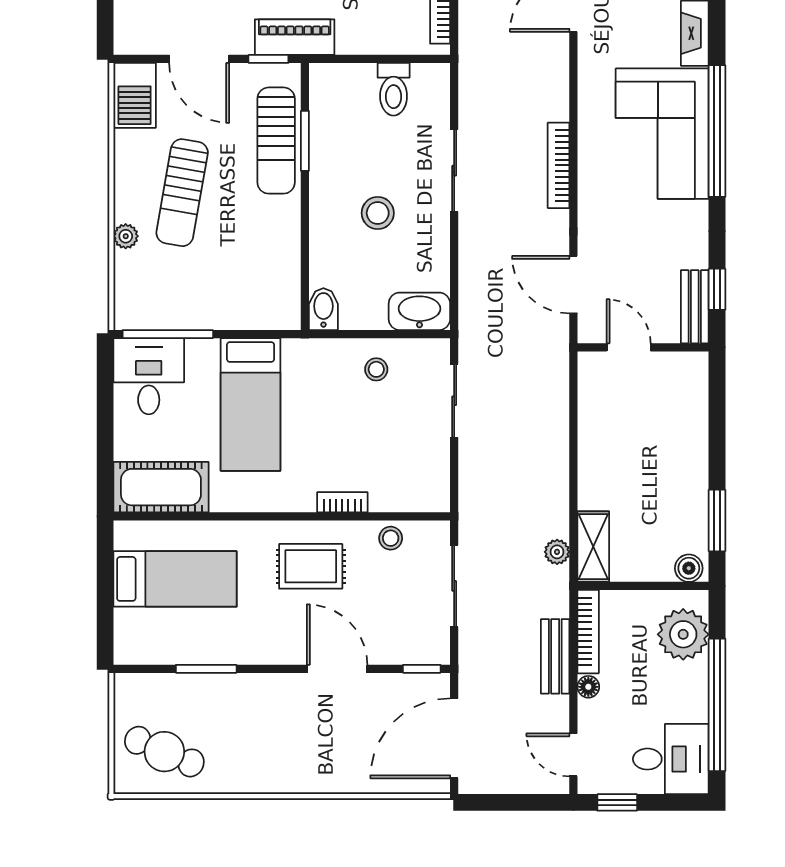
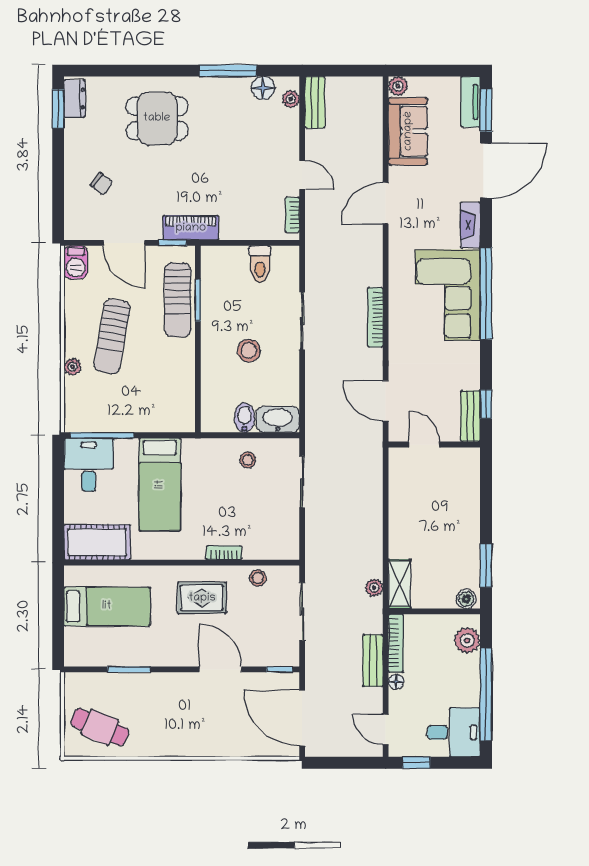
barbecue: (135, 95) -> (76, 262), width x0.73, depth x0.79
bidet: (323, 309) -> (244, 418), moved
plant: (683, 634) -> (467, 640), width x0.73, depth x0.73
door: (454, 738) -> (302, 718), hinge flipped

